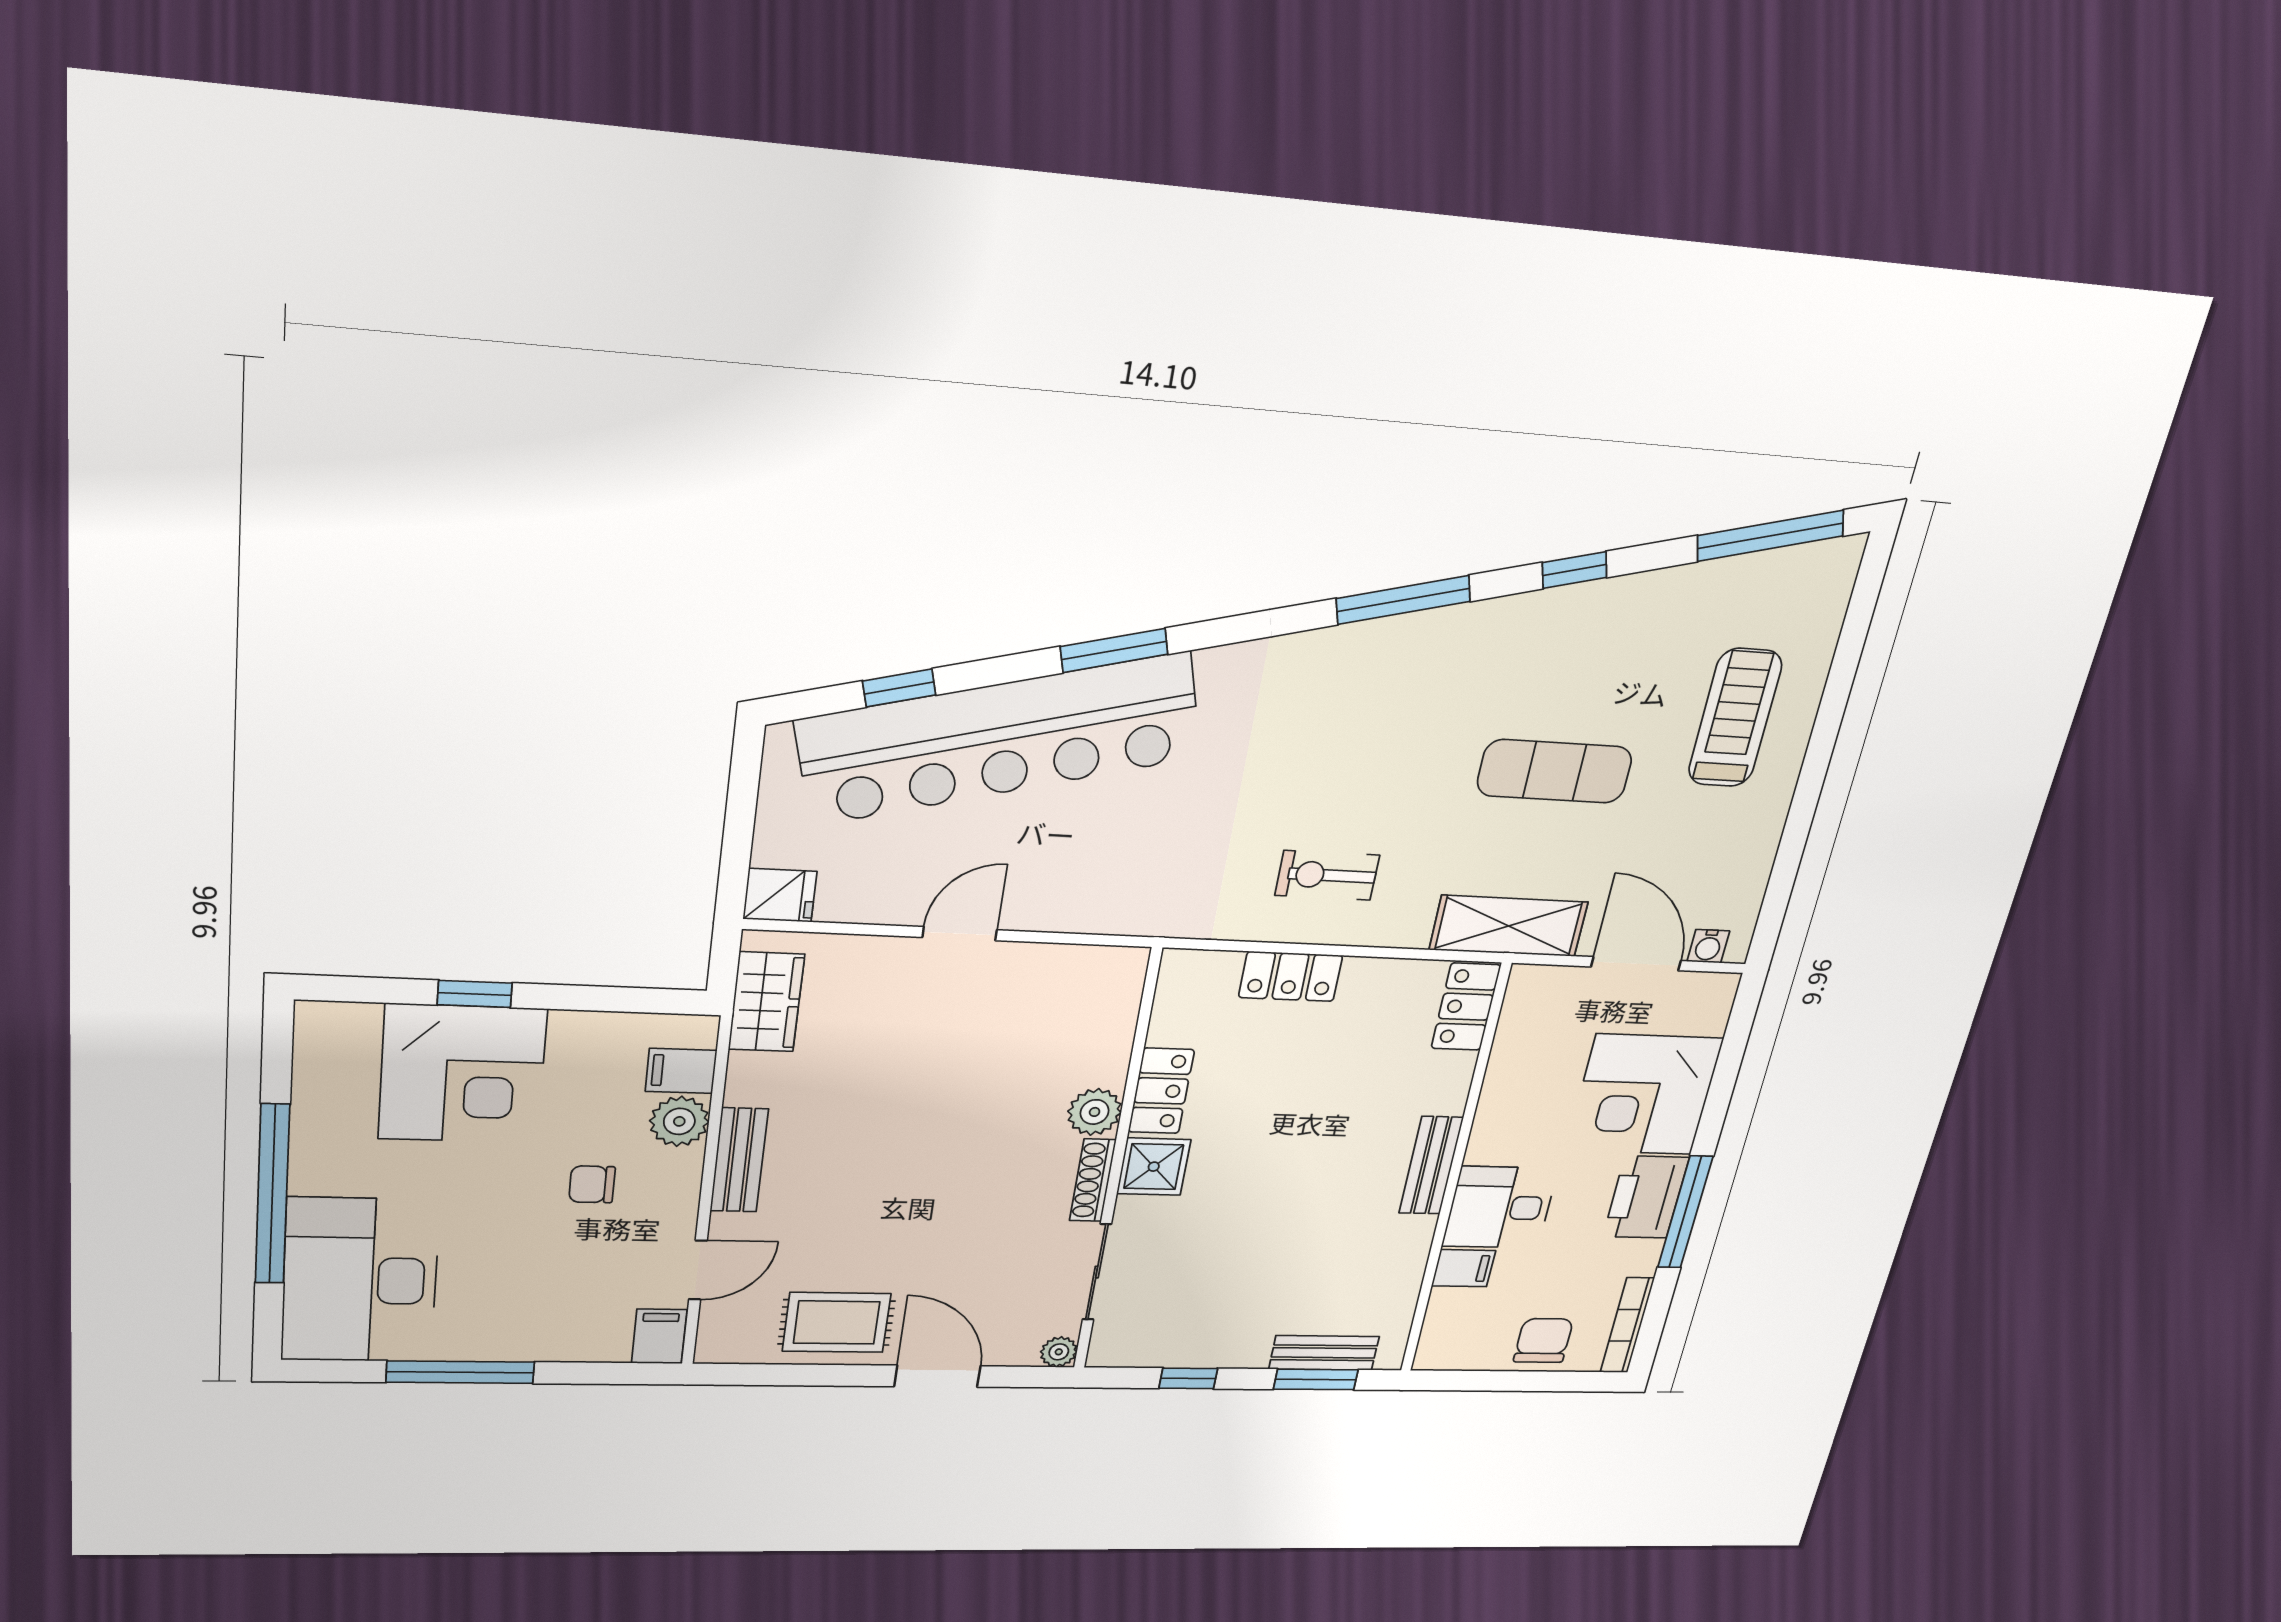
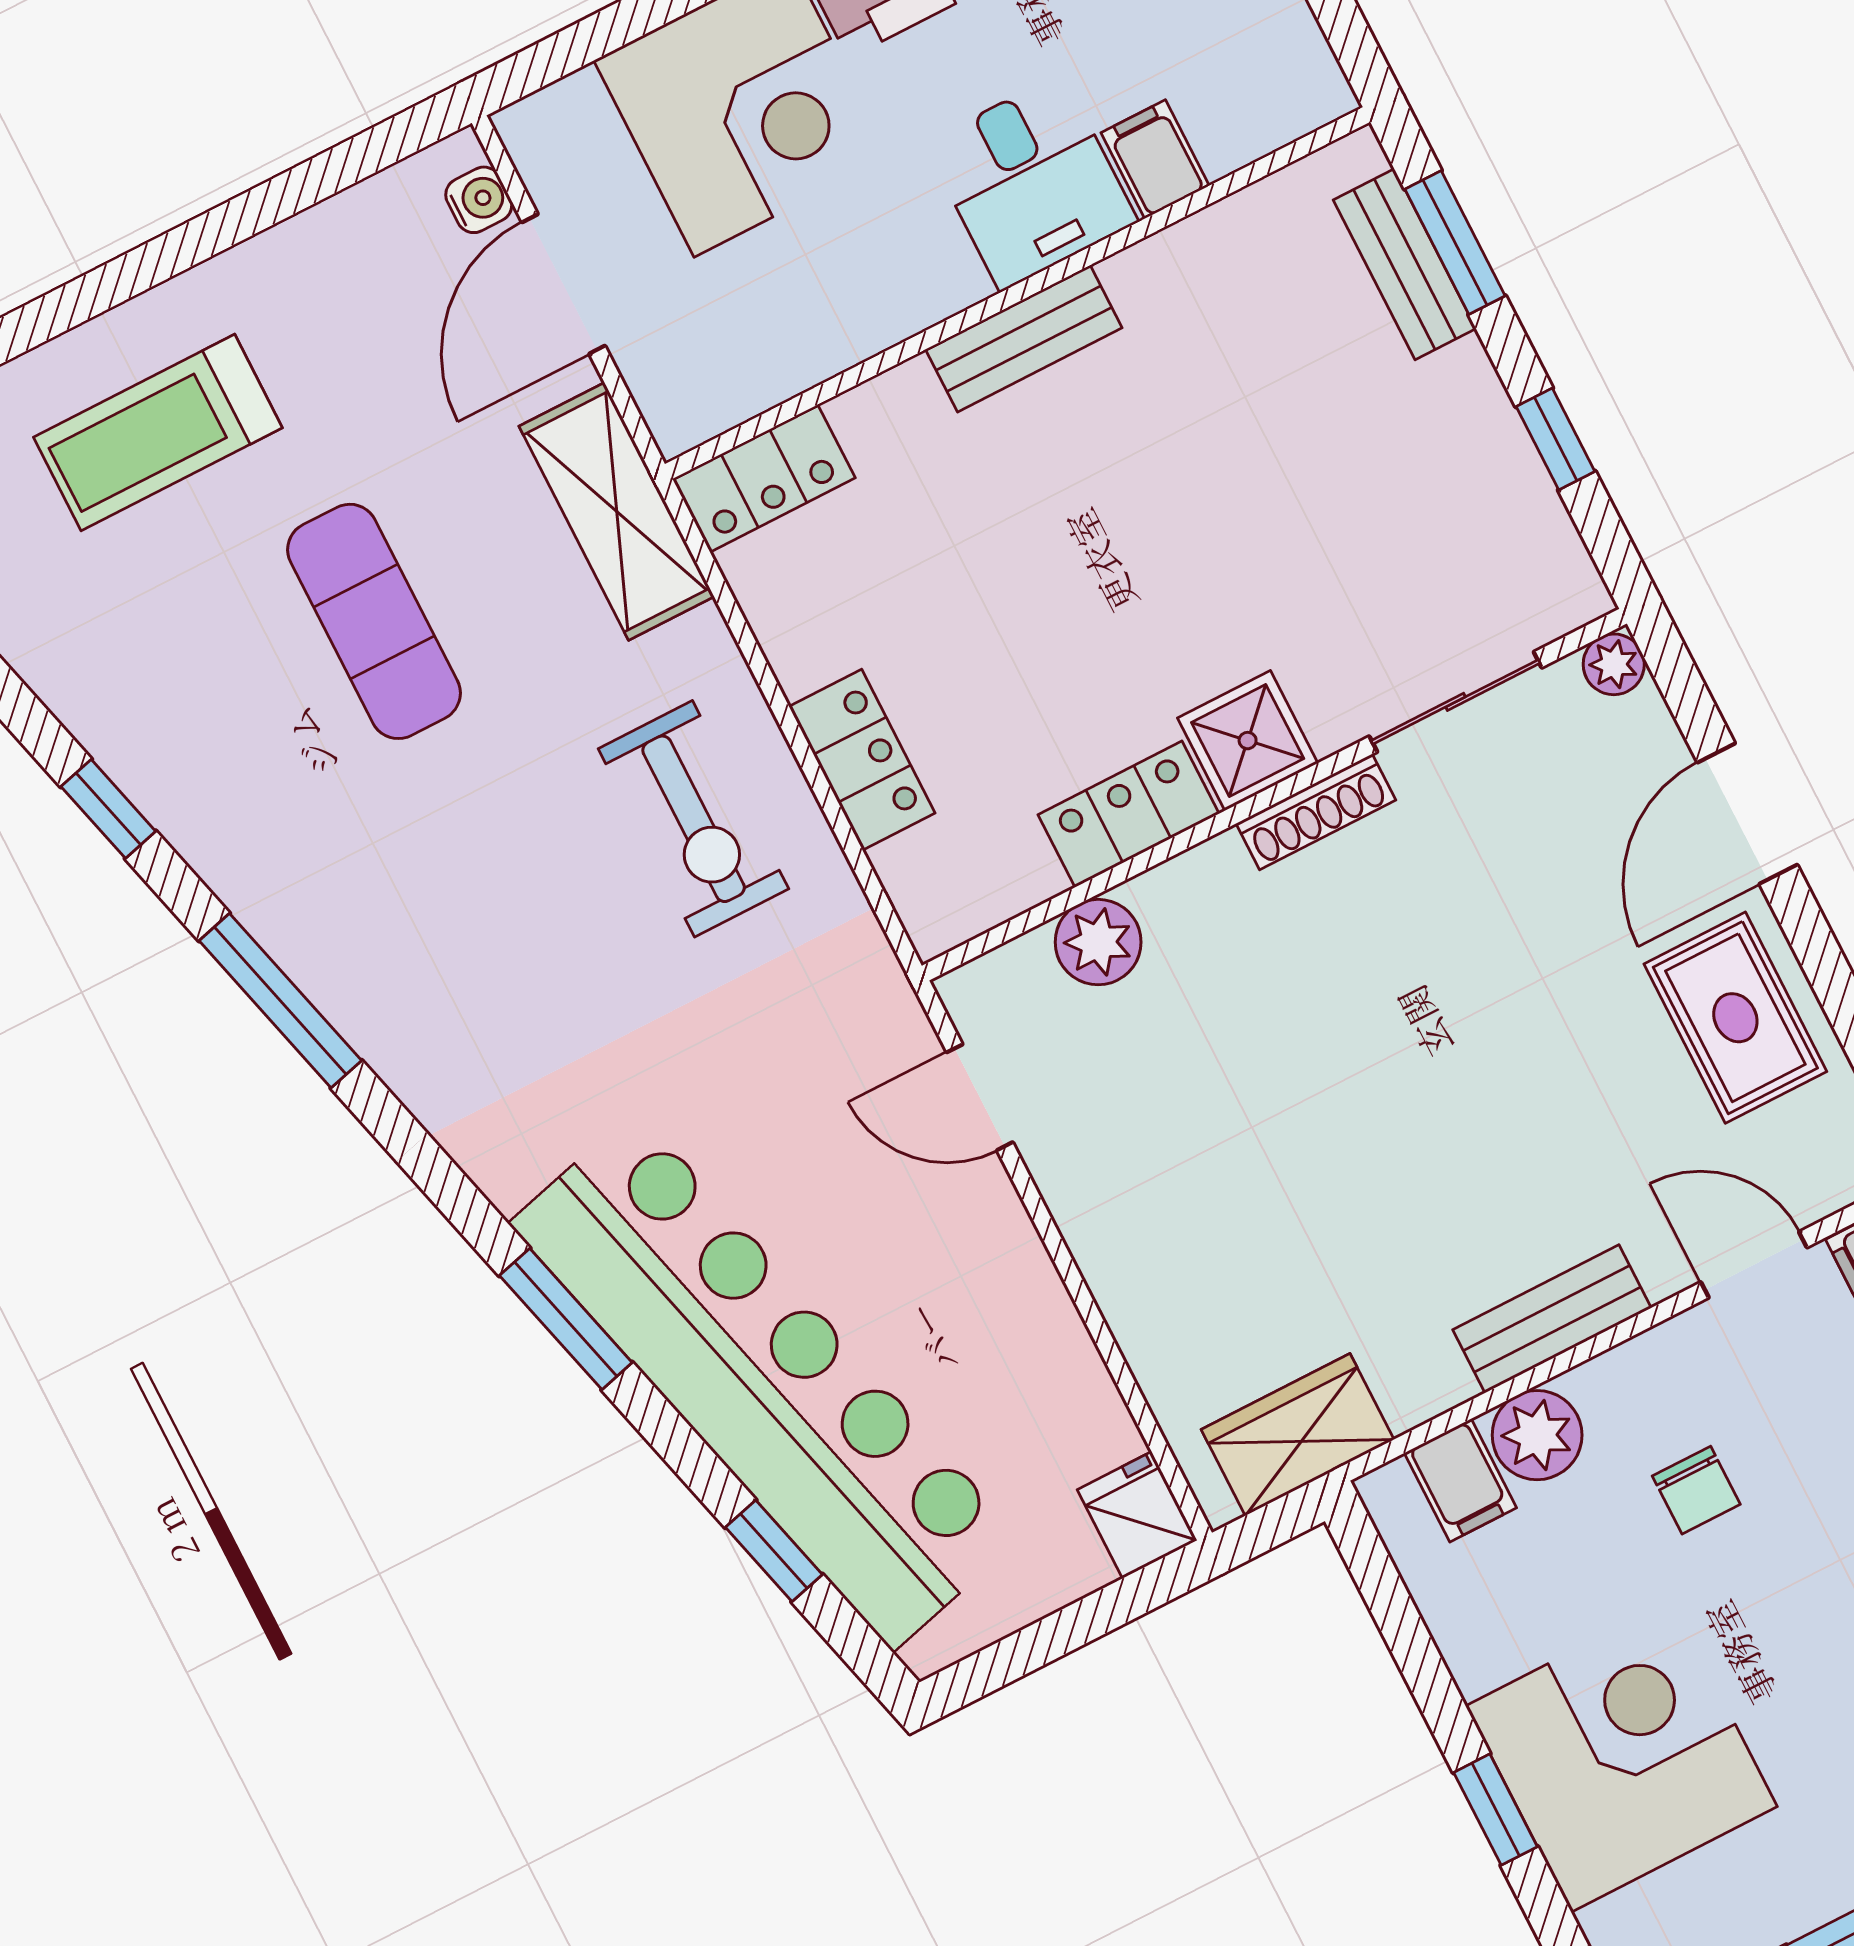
exercise bike: (1327, 875) -> (694, 819), width x1.38, depth x1.39
door: (960, 934) -> (980, 1097), moved
plant: (1095, 1112) -> (1098, 942), moved

